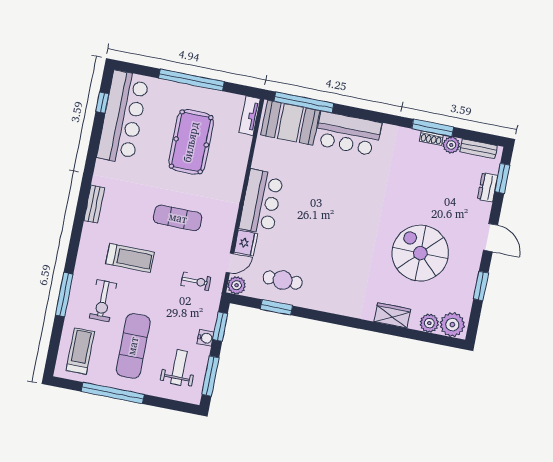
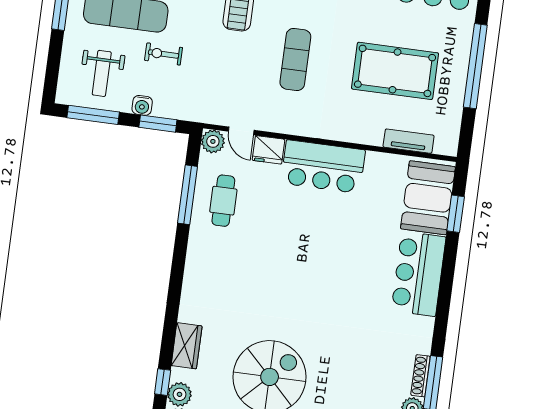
window: (304, 102) -> (456, 214), width x0.47
tv unit: (250, 116) -> (409, 141), moved
shoe rack: (431, 138) -> (420, 376), width x1.43
exercise bike: (196, 281) -> (164, 54), moved, turned 90
window: (276, 307) -> (188, 195), width x1.44
window: (419, 336) -> (163, 382), added
weight bench: (179, 367) -> (102, 73), turned 90

